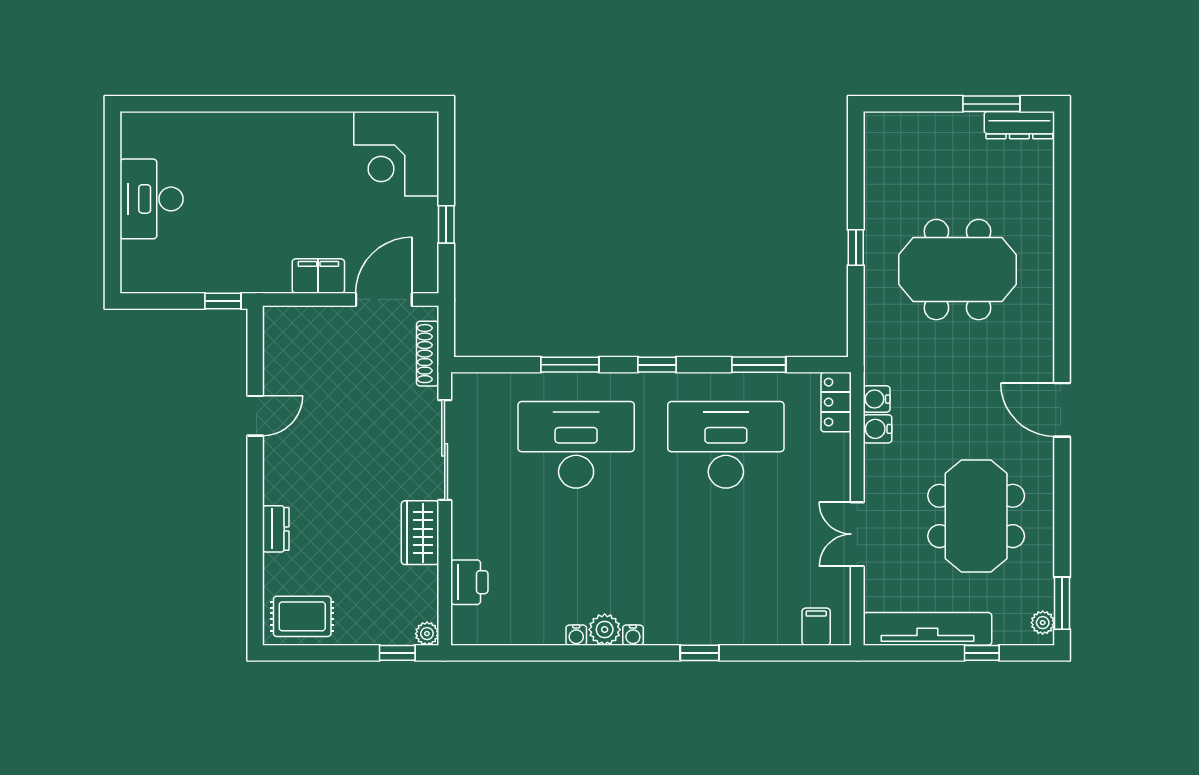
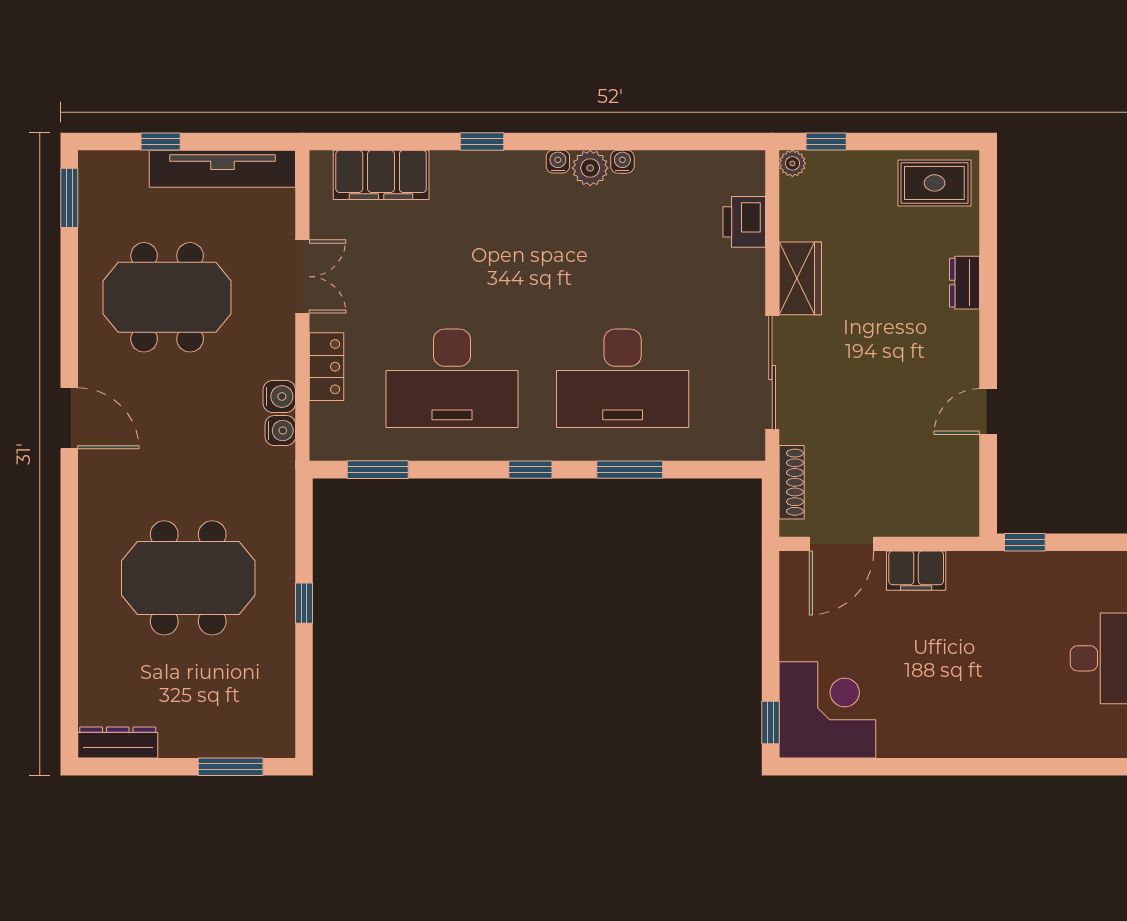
window: (991, 104) -> (231, 767), moved
window: (446, 224) -> (770, 722), moved
window: (759, 365) -> (378, 470), moved
locker: (836, 402) -> (326, 367), moved
meeting table: (976, 516) -> (167, 297), turned 90
plant: (1043, 623) -> (91, 176), removed
filing cabinet: (816, 627) -> (381, 175), width x3.00, depth x1.17

